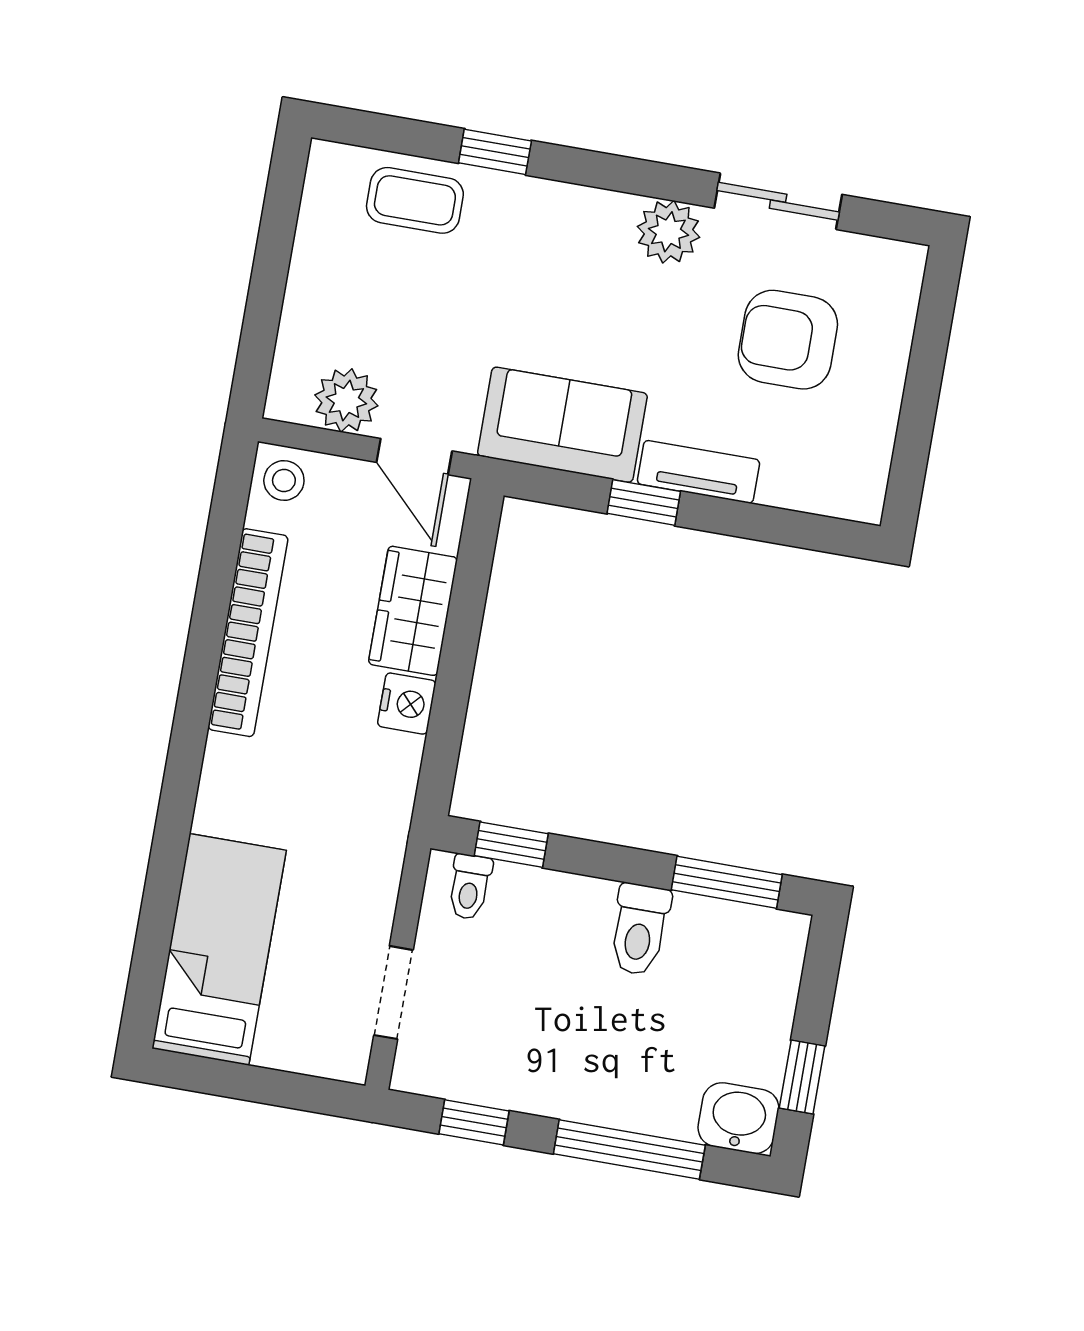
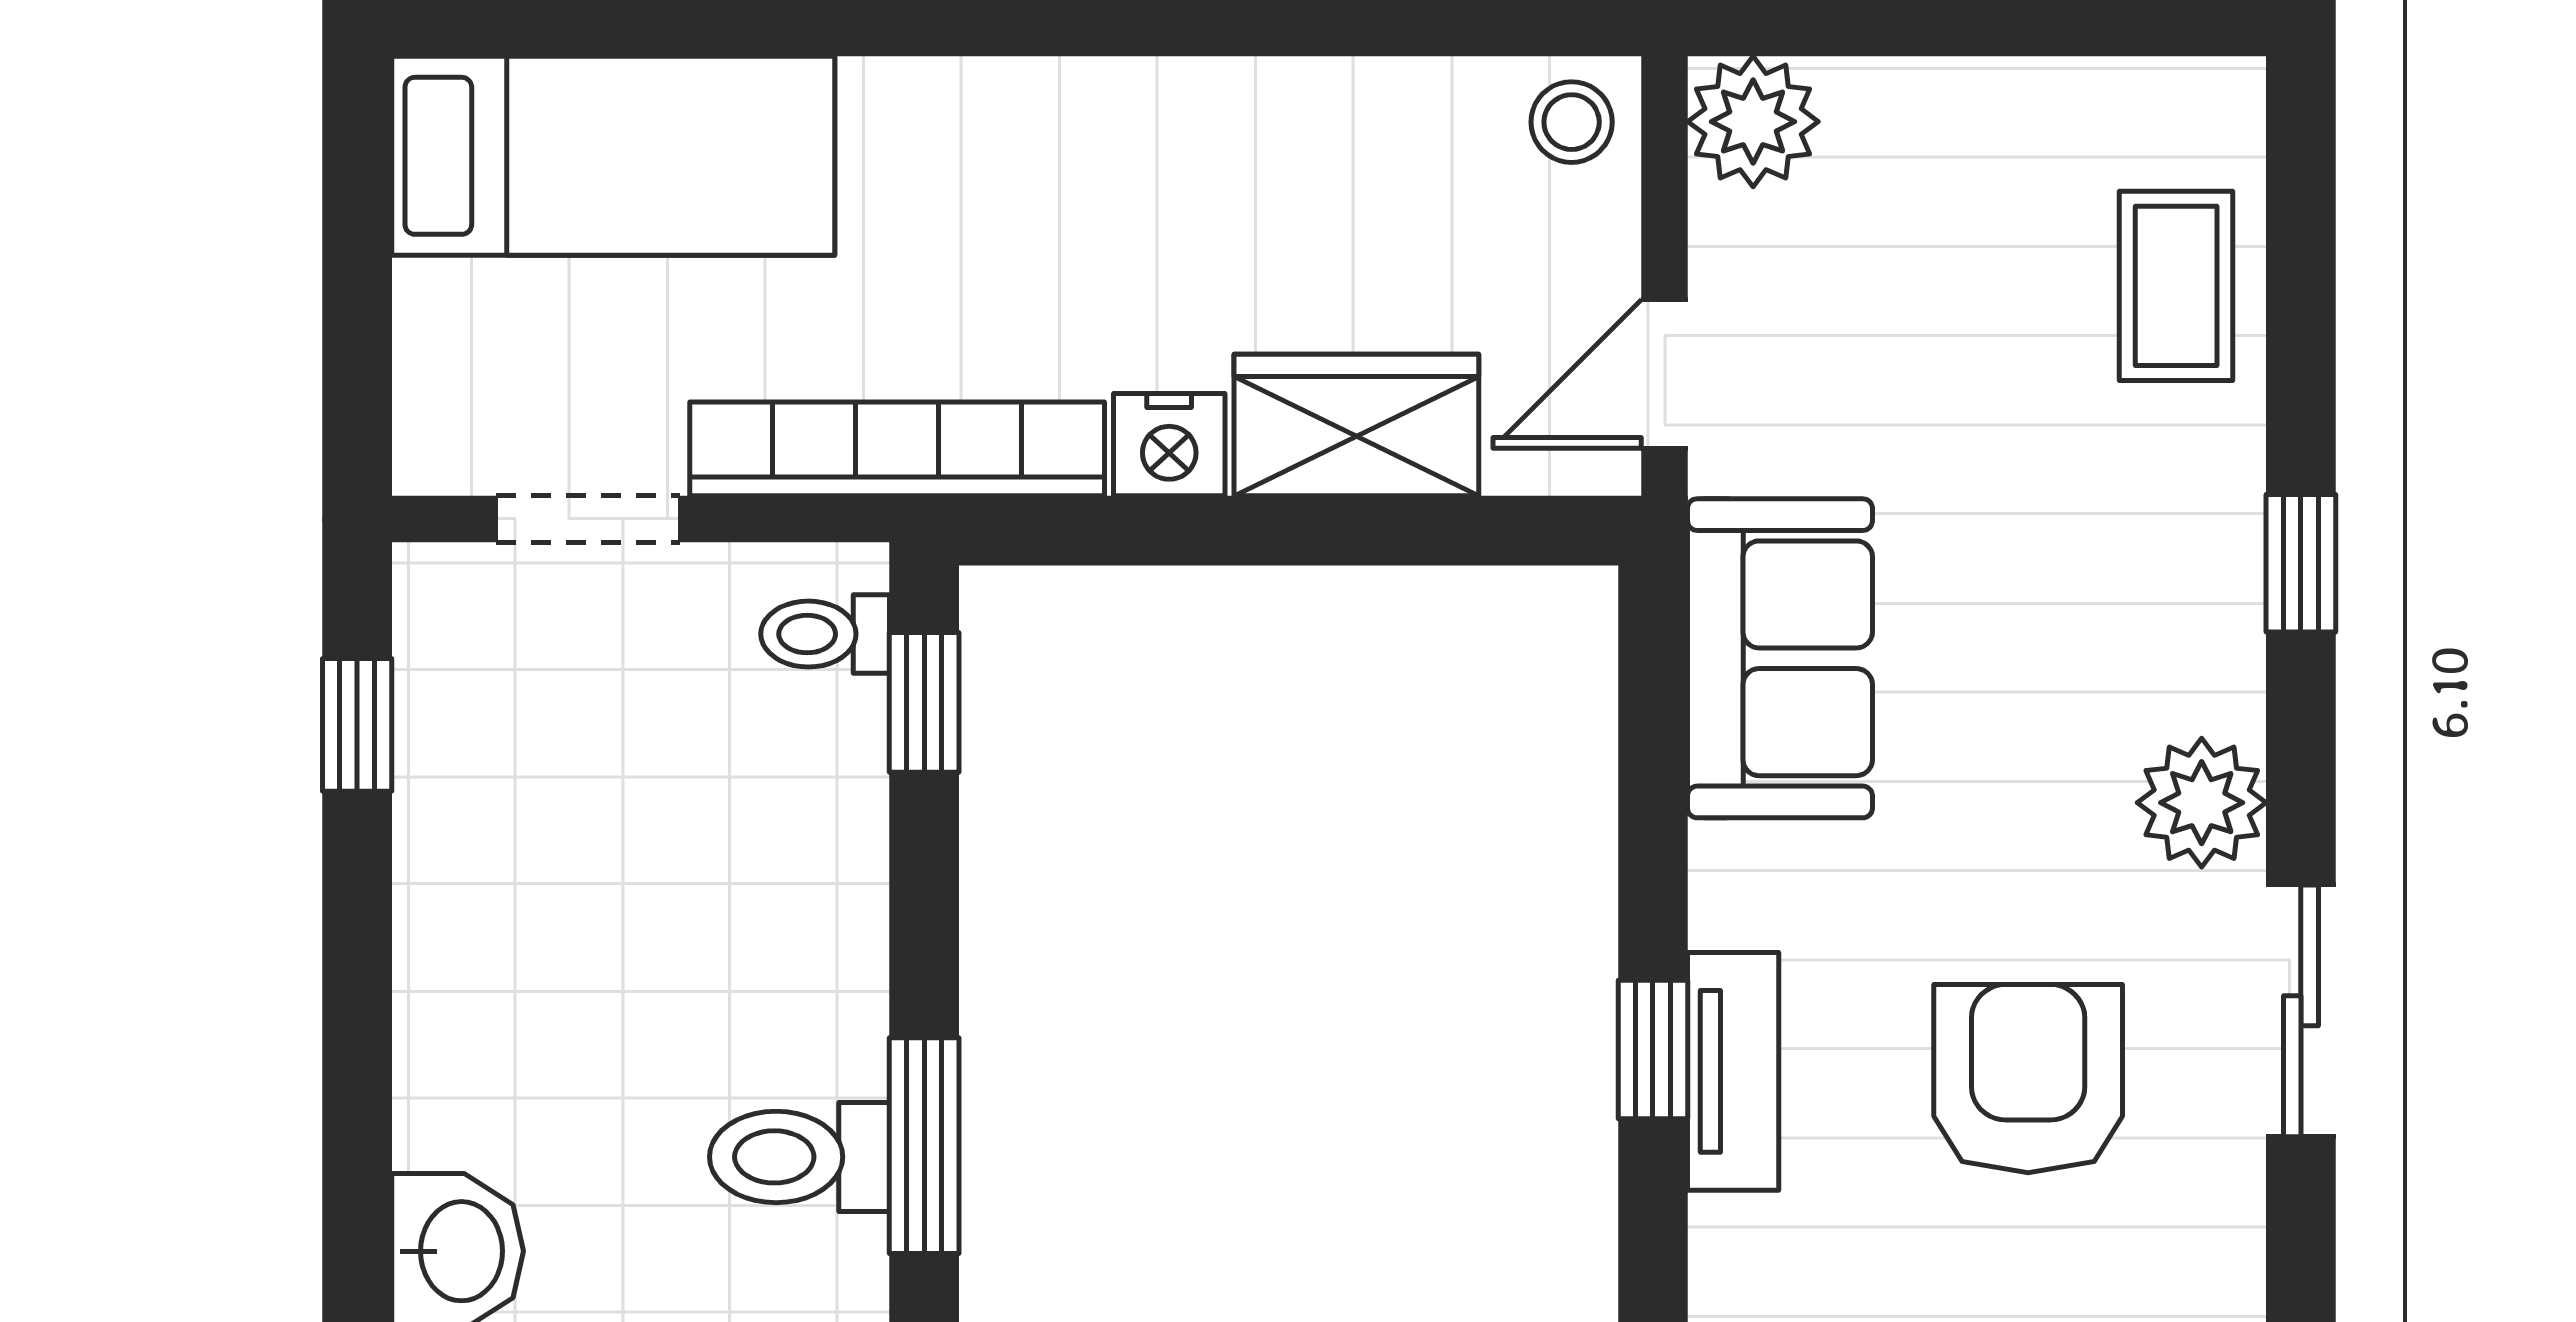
window: (495, 152) -> (2301, 563), moved
plant: (346, 400) -> (1753, 122), moved
tv unit: (698, 472) -> (1733, 1071), moved
window: (644, 502) -> (1653, 1049), moved
bookcase: (248, 633) -> (897, 449), moved, turned 180
toilet: (639, 929) -> (799, 1157), moved
window: (629, 1149) -> (357, 1044), removed

